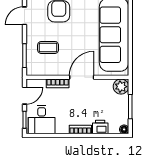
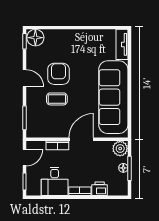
door: (24, 16) -> (24, 78), swing flipped
coffee table: (48, 47) -> (57, 99), moved
desk: (42, 120) -> (55, 181), moved
floor lamp: (124, 129) -> (123, 168), moved

